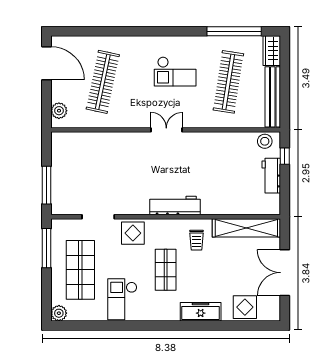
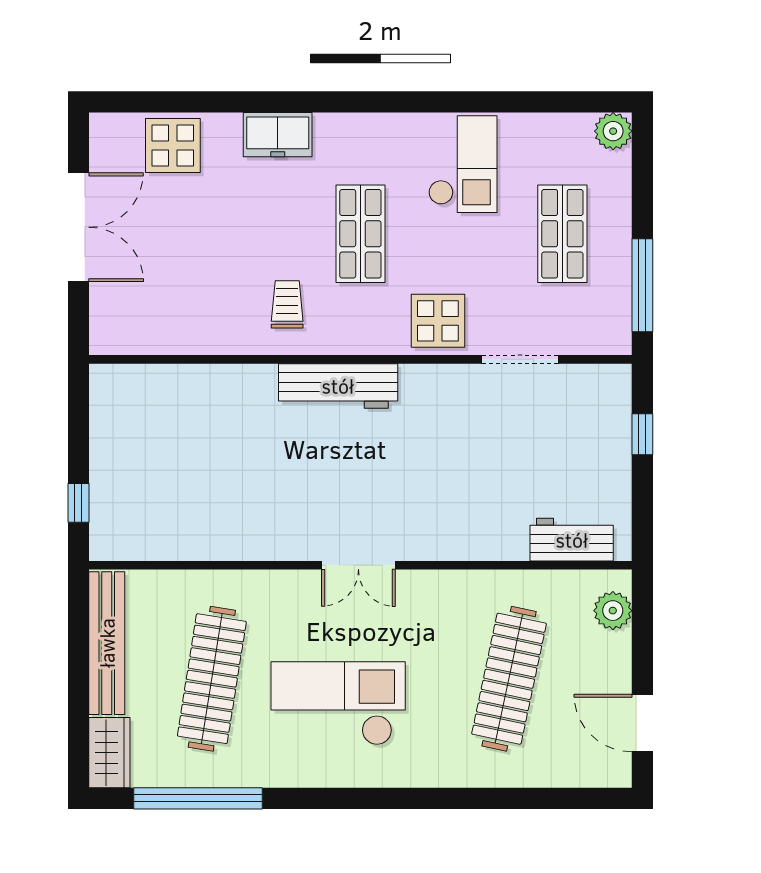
door: (46, 63) -> (642, 723), width x0.73
checkout: (175, 71) -> (338, 703), width x1.36, depth x1.21
stool: (265, 141) -> (126, 538), removed
workbench: (271, 176) -> (572, 540), moved, turned -90
window: (46, 185) -> (642, 434), width x0.46
shelving: (246, 228) -> (169, 333), removed
shop shelf: (80, 270) -> (562, 234), width x0.70, depth x0.74
freezer: (201, 312) -> (278, 135), width x0.71

